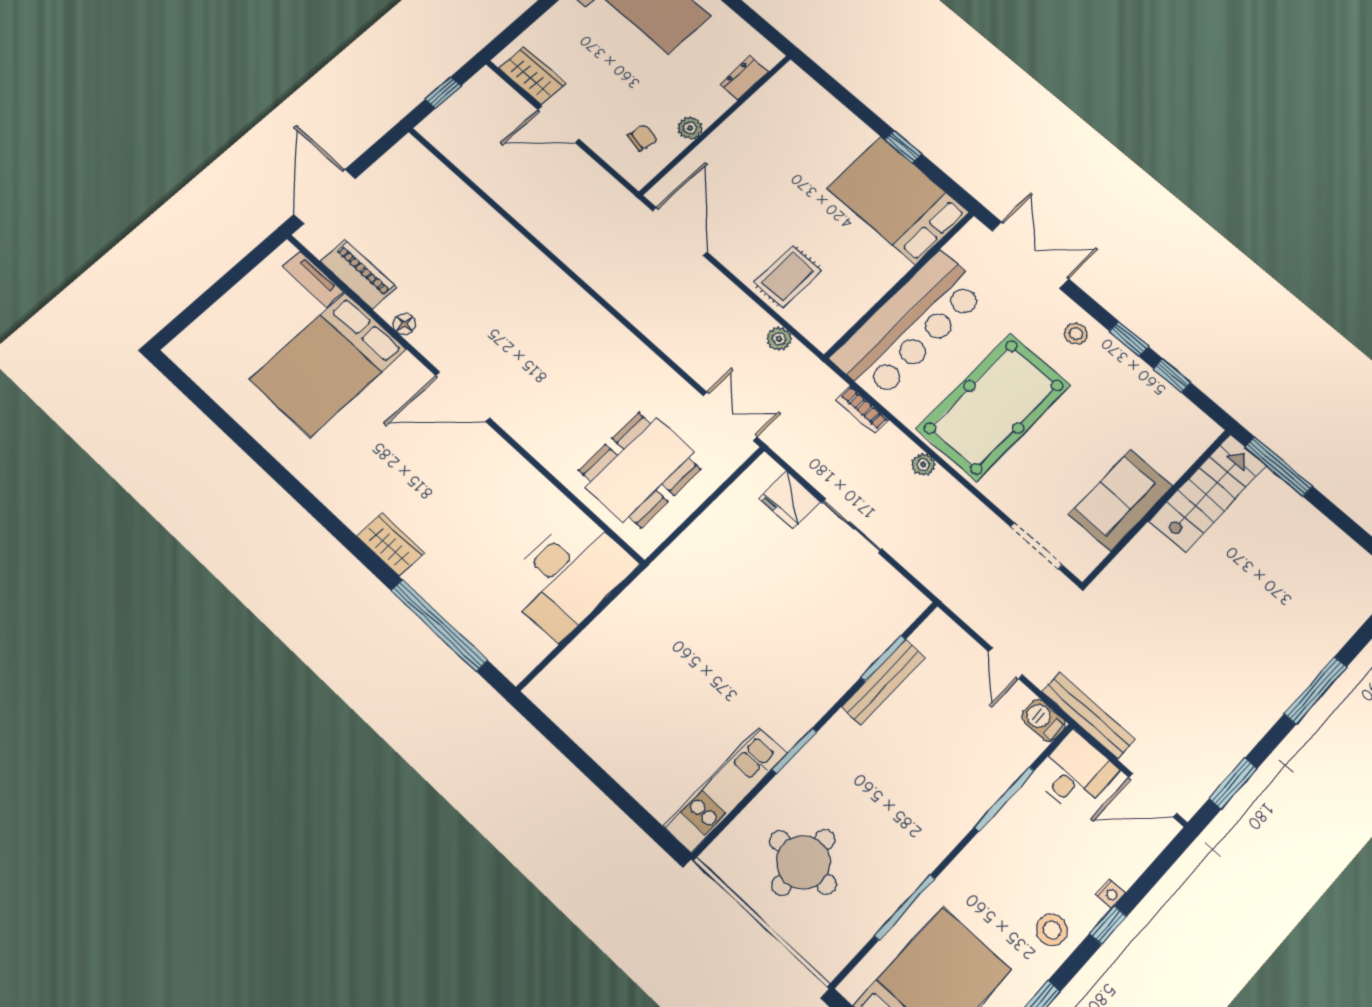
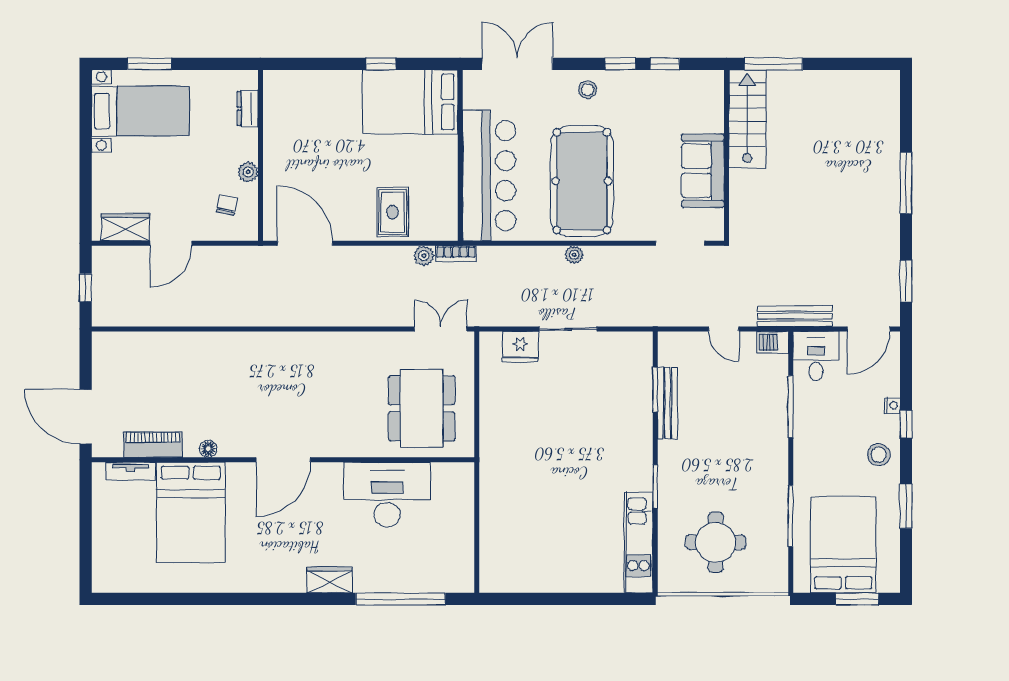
bookcase: (862, 410) -> (456, 254), moved
desk: (569, 576) -> (387, 495), moved, turned -90

